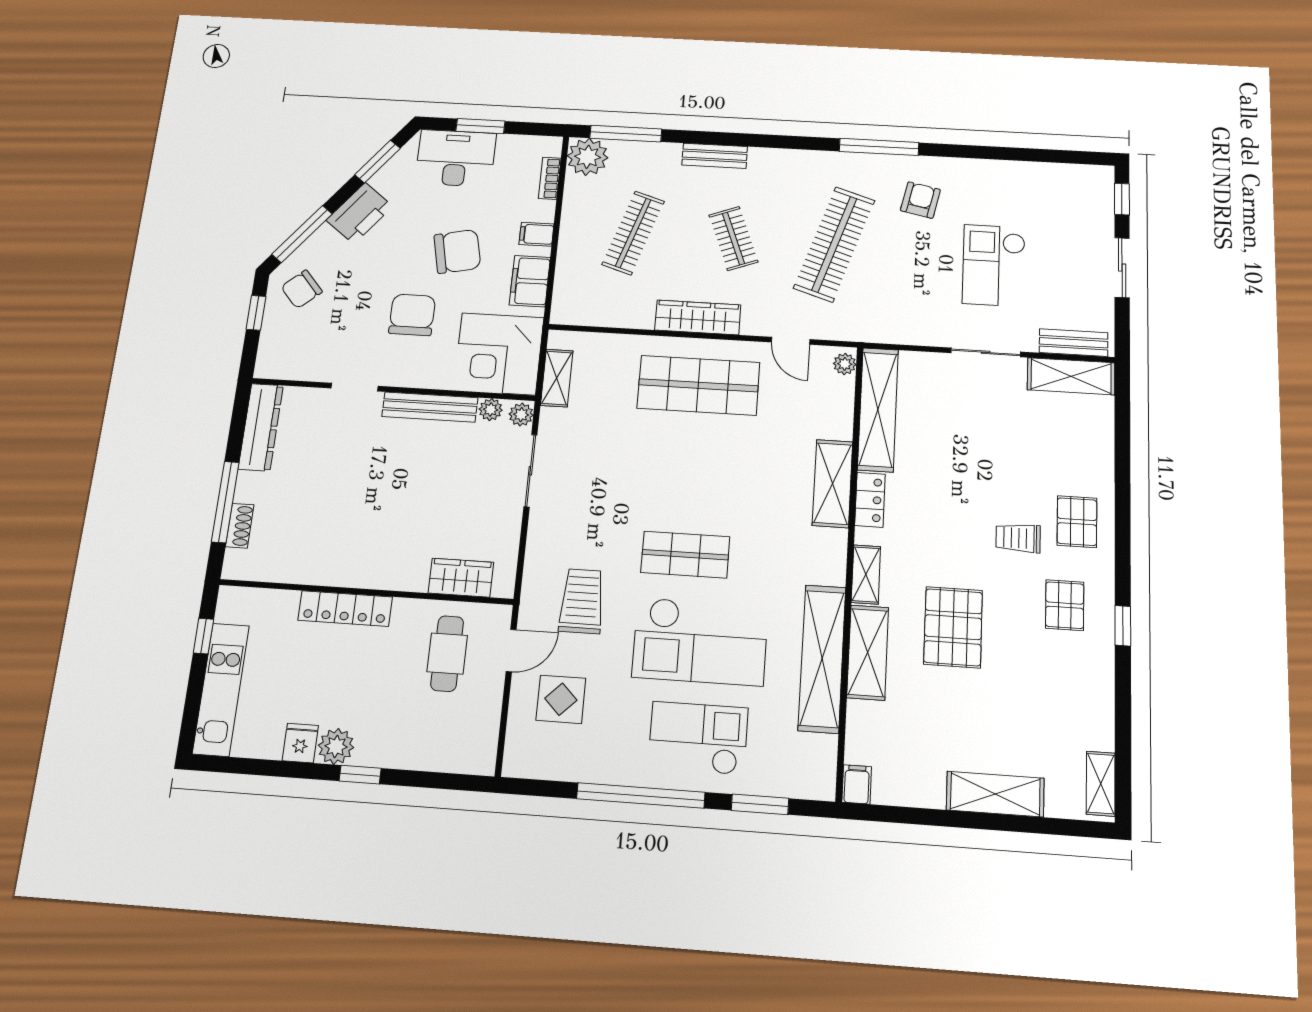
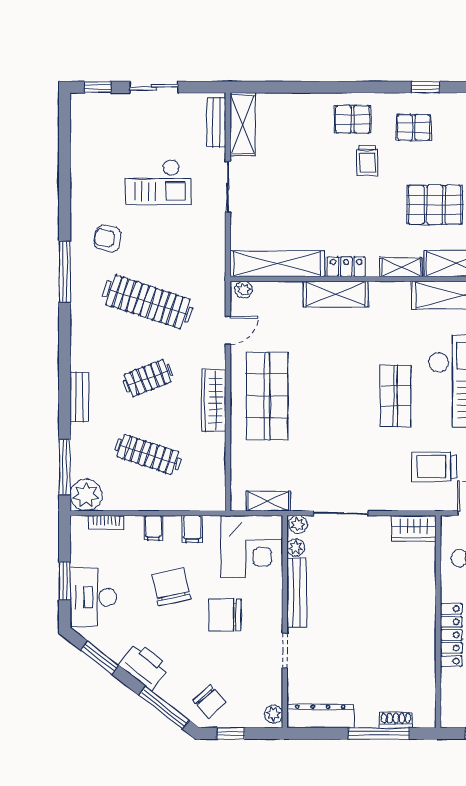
filing cabinet: (530, 281) -> (192, 529), width x0.50
plant: (273, 368) -> (274, 714), added
wardrobe: (461, 578) -> (414, 528), moved, turned -90

